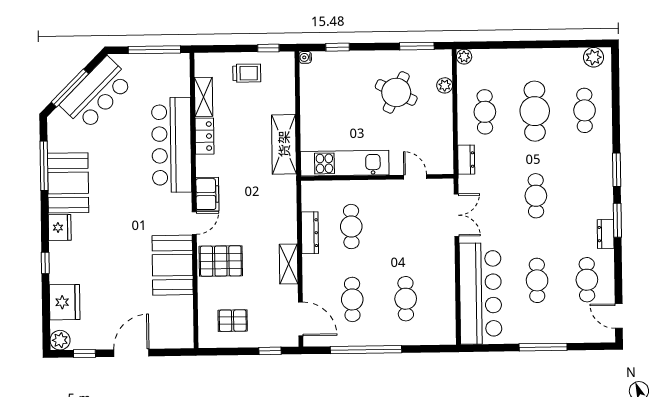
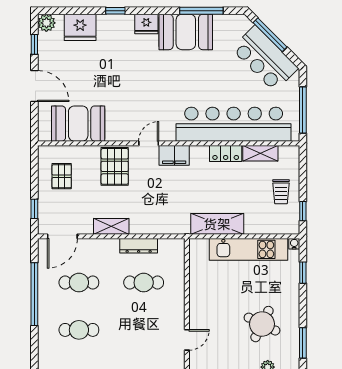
bar counter: (172, 145) -> (234, 124), width x1.36
kitchen unit: (345, 163) -> (248, 249), moved, turned 90
door: (194, 223) -> (149, 143), swing flipped
booth: (173, 265) -> (78, 124), moved

